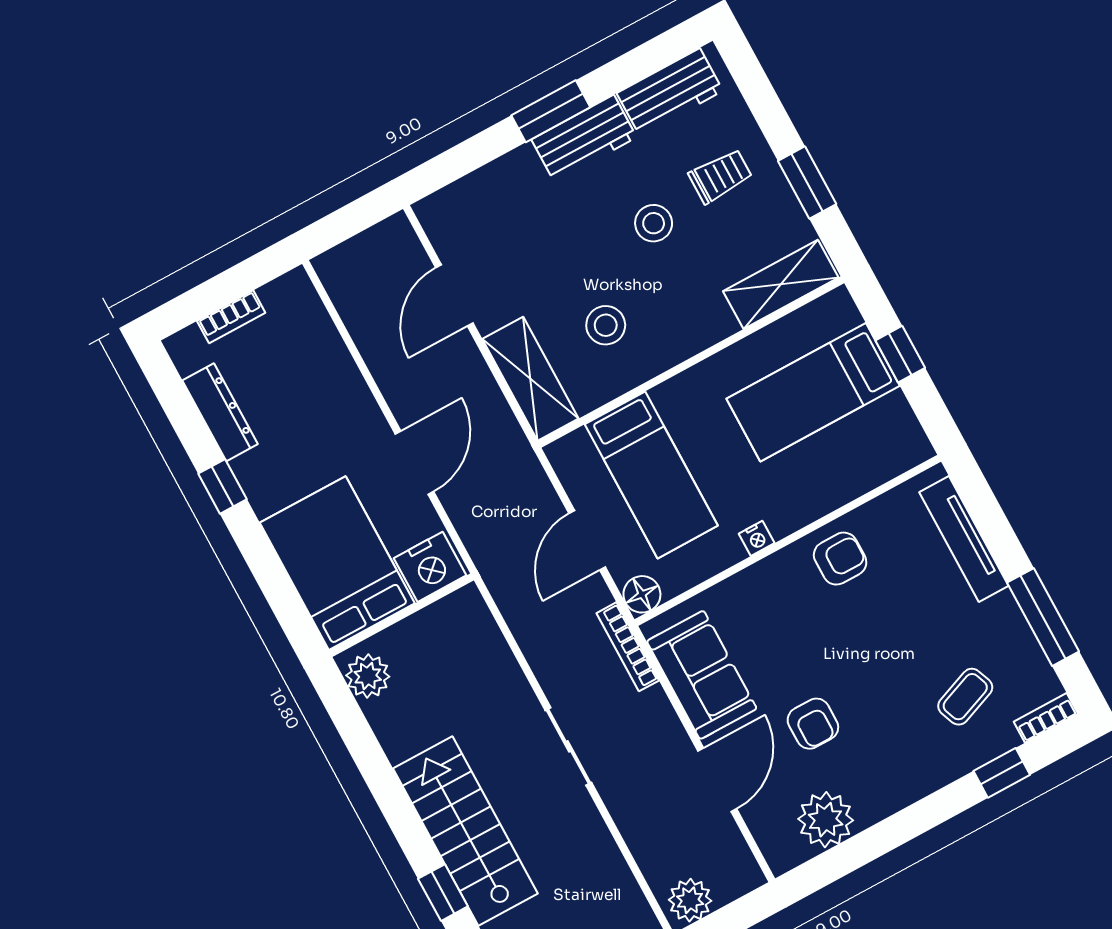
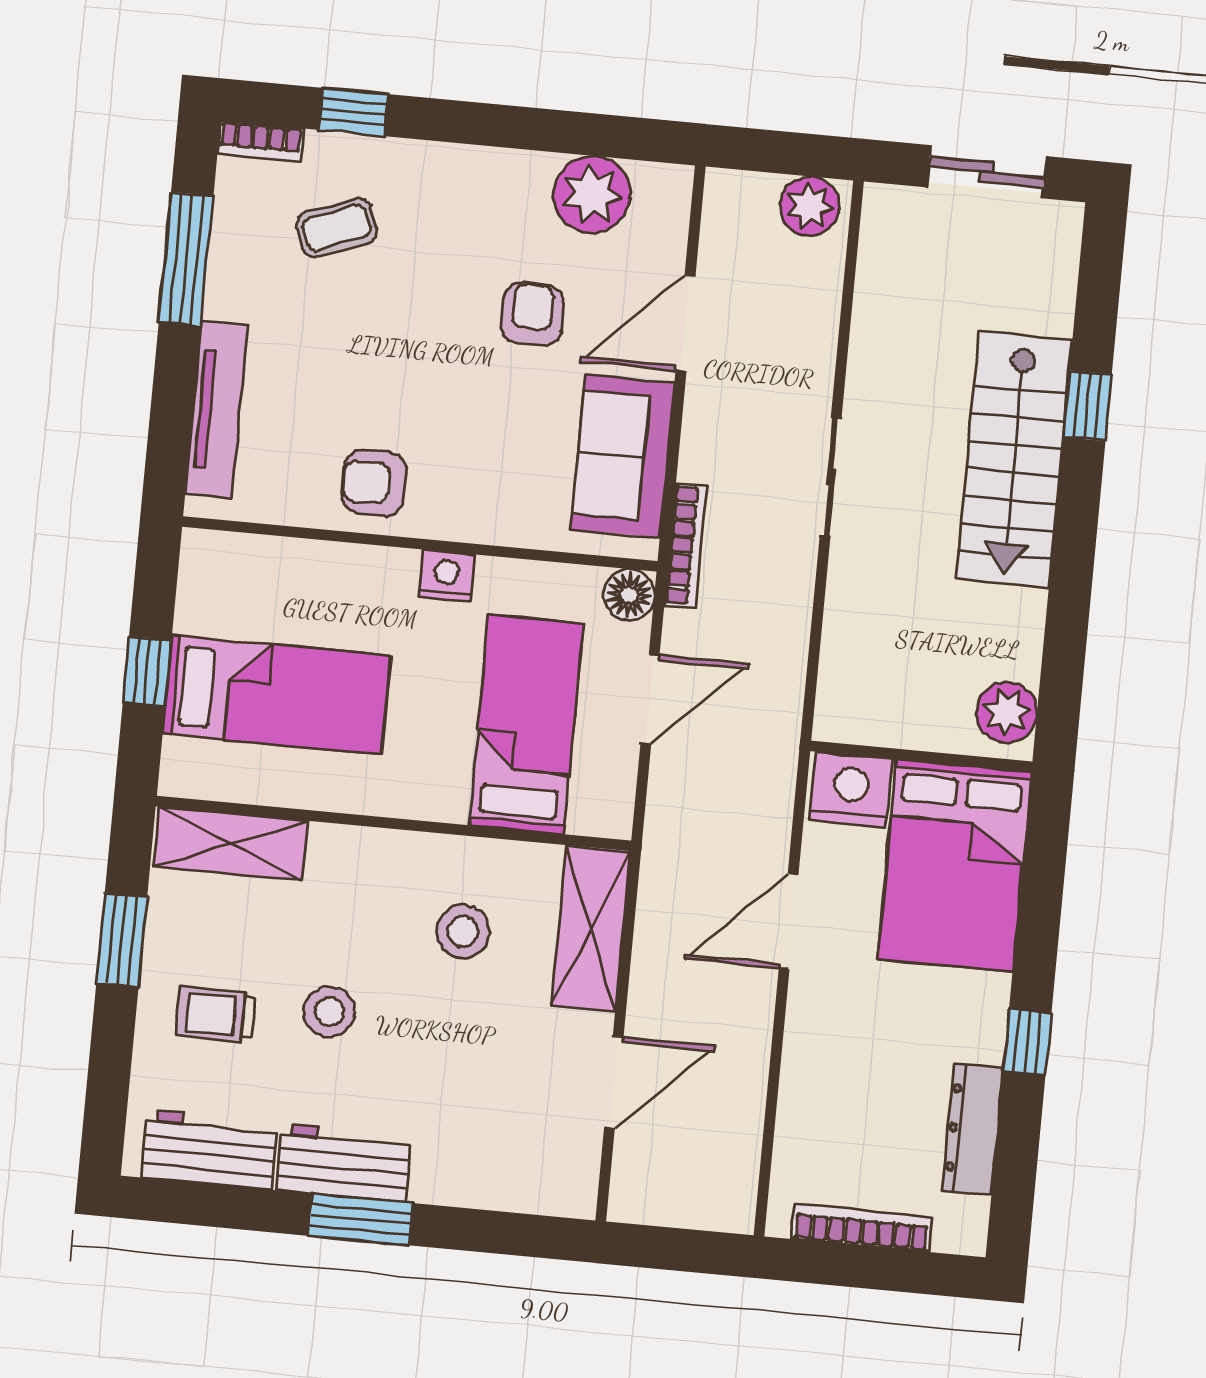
bookcase: (231, 317) -> (862, 1228), width x1.56
nightstand: (757, 538) -> (446, 576), width x1.39, depth x1.35

